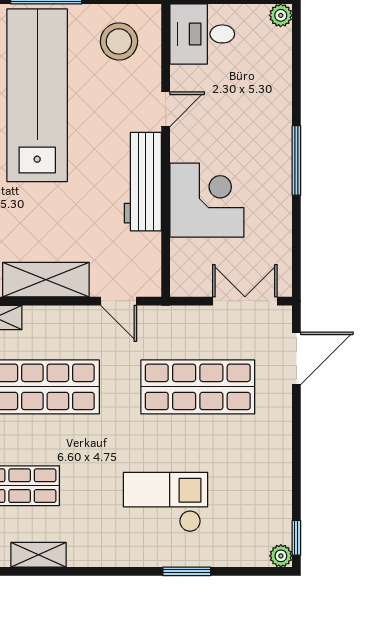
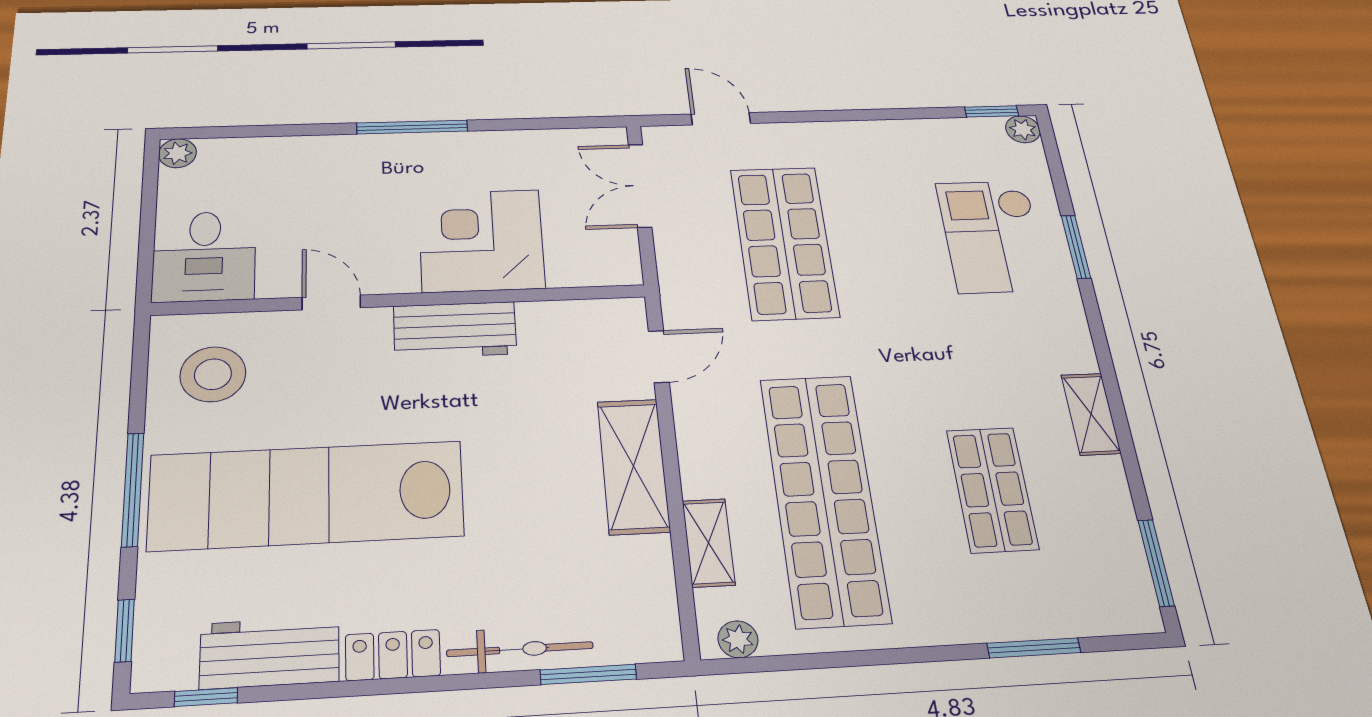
workbench: (143, 182) -> (455, 330), width x0.73
door: (296, 358) -> (721, 119), width x0.73
checkout: (166, 502) -> (993, 236), moved
shelving: (39, 555) -> (1091, 414), moved

